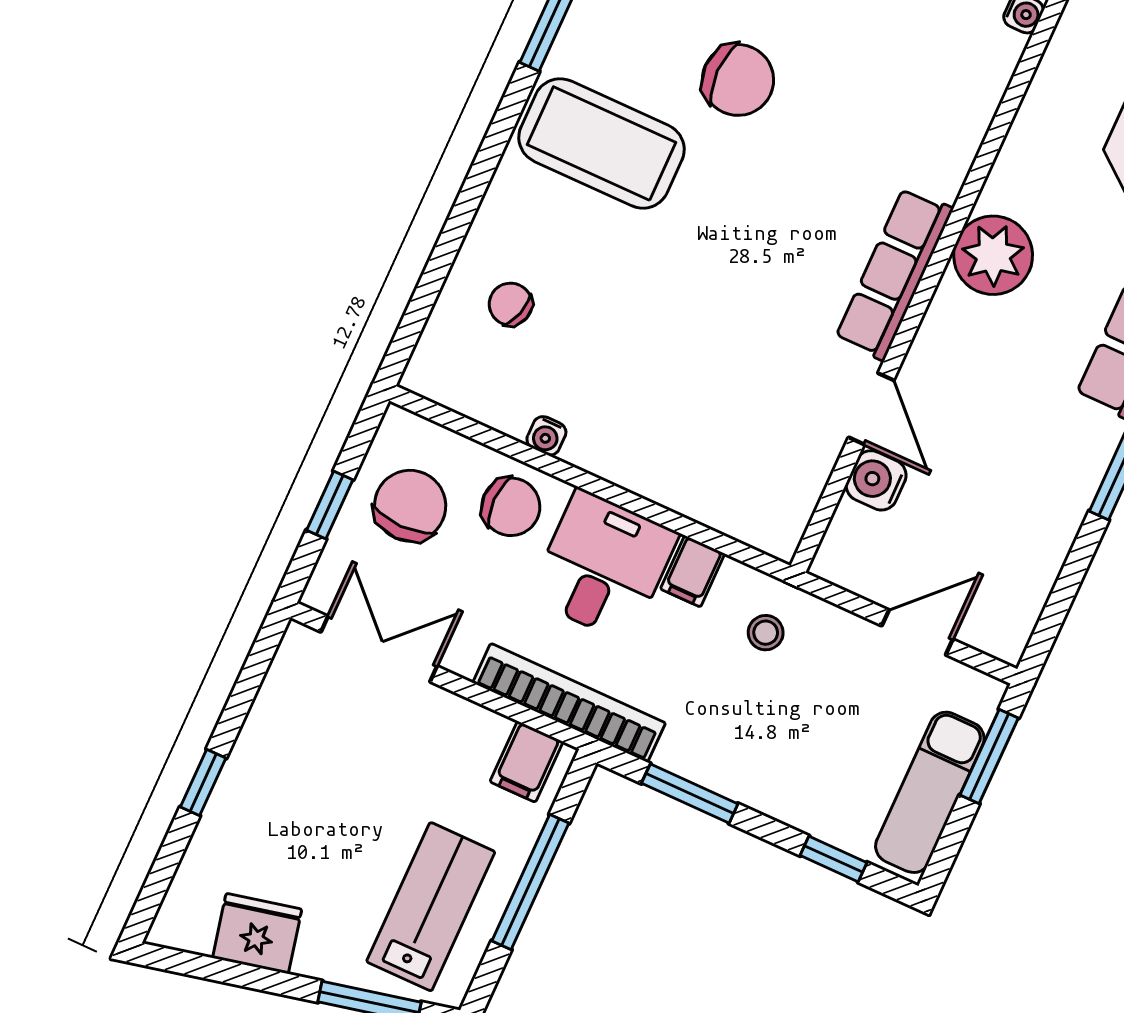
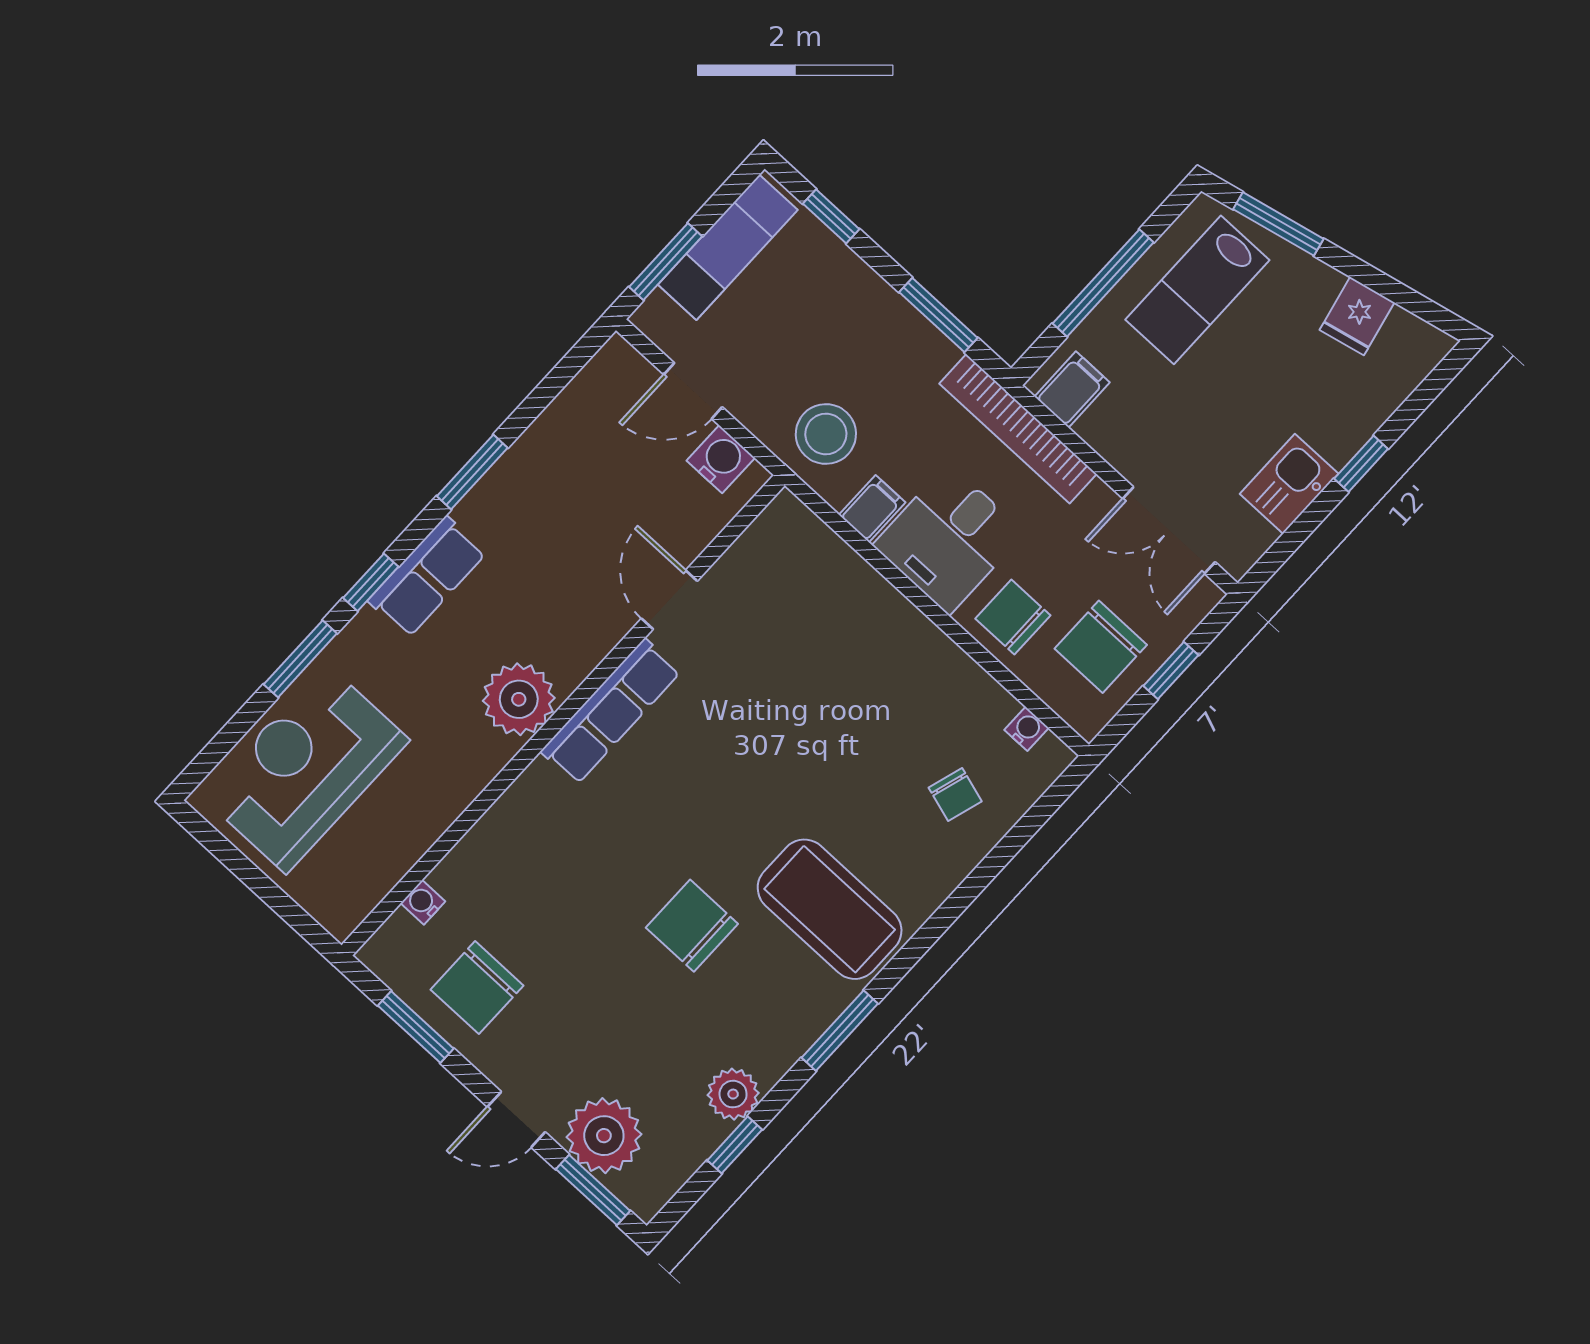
water cooler: (546, 436) -> (1026, 729), moved
water cooler: (876, 480) -> (721, 459), moved, turned -90
stool: (766, 633) -> (826, 434), width x1.89, depth x1.89
kitchen sink: (271, 738) -> (1289, 484), added
fridge: (257, 934) -> (1357, 316), width x0.72

